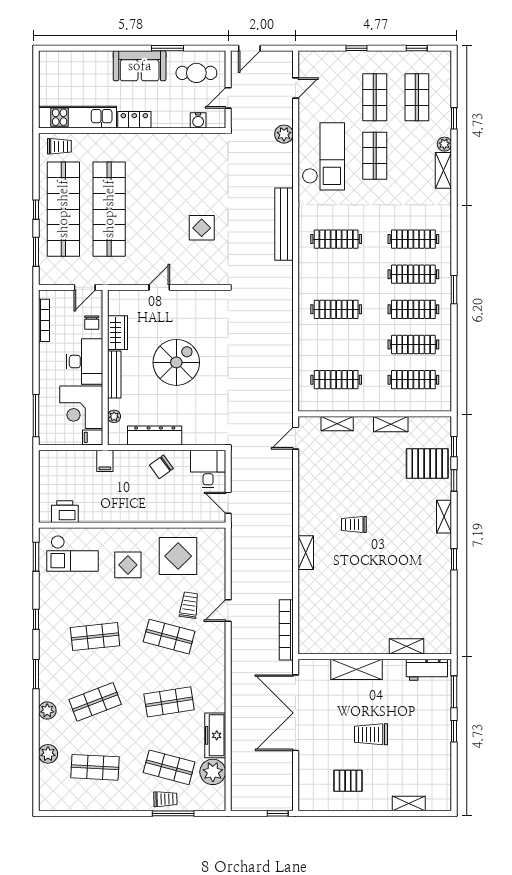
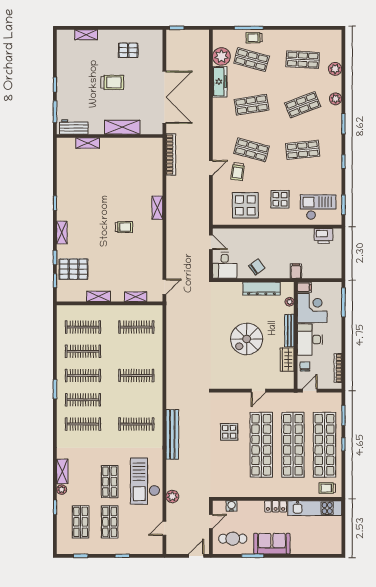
shop shelf: (155, 209) -> (261, 445), added

